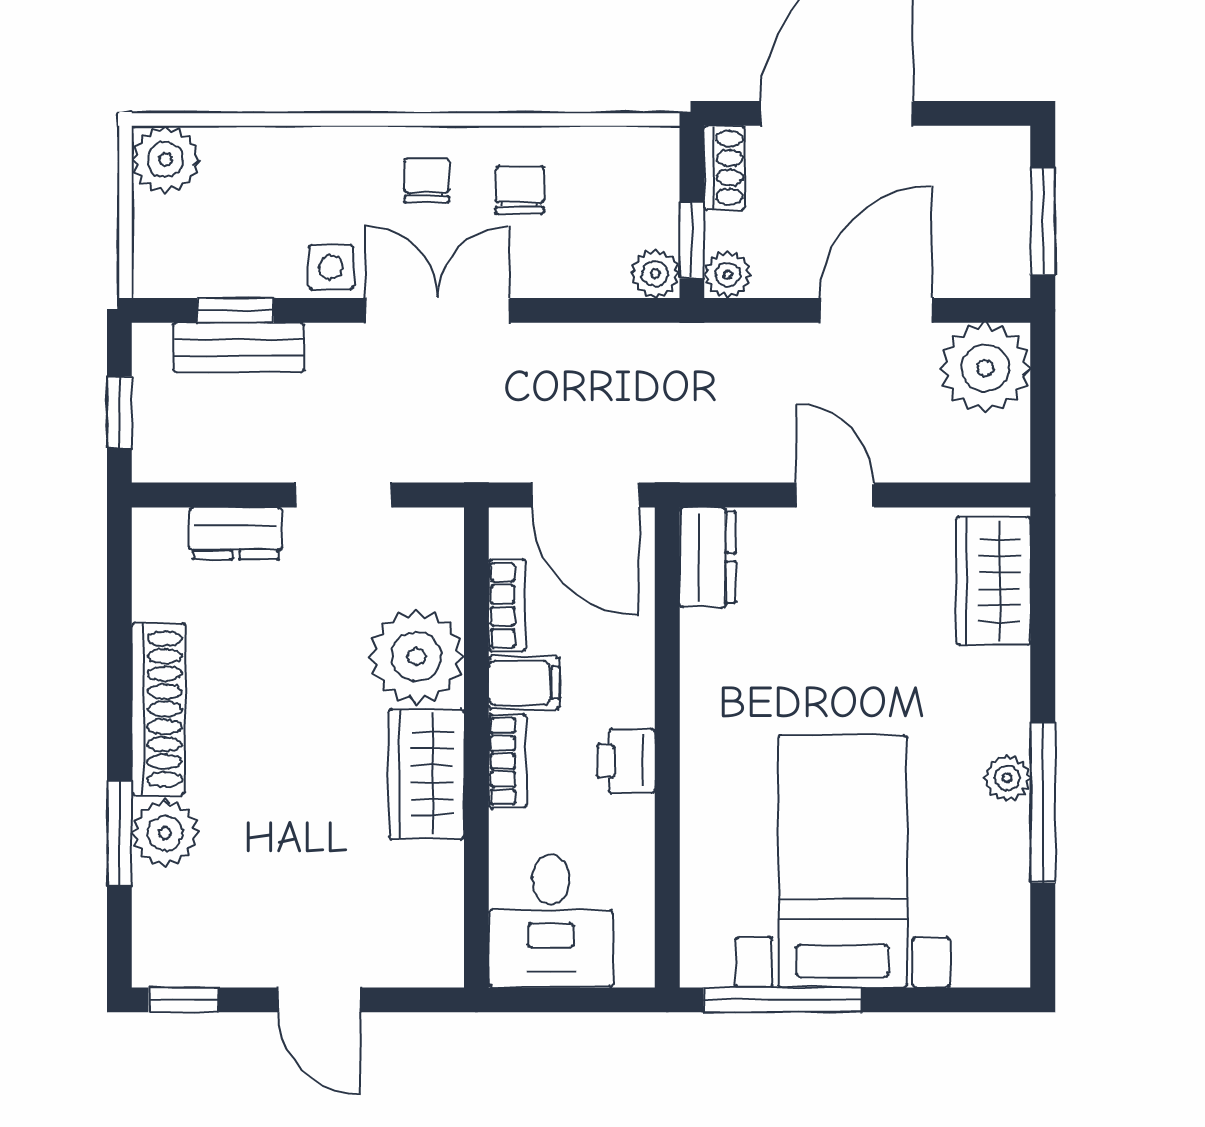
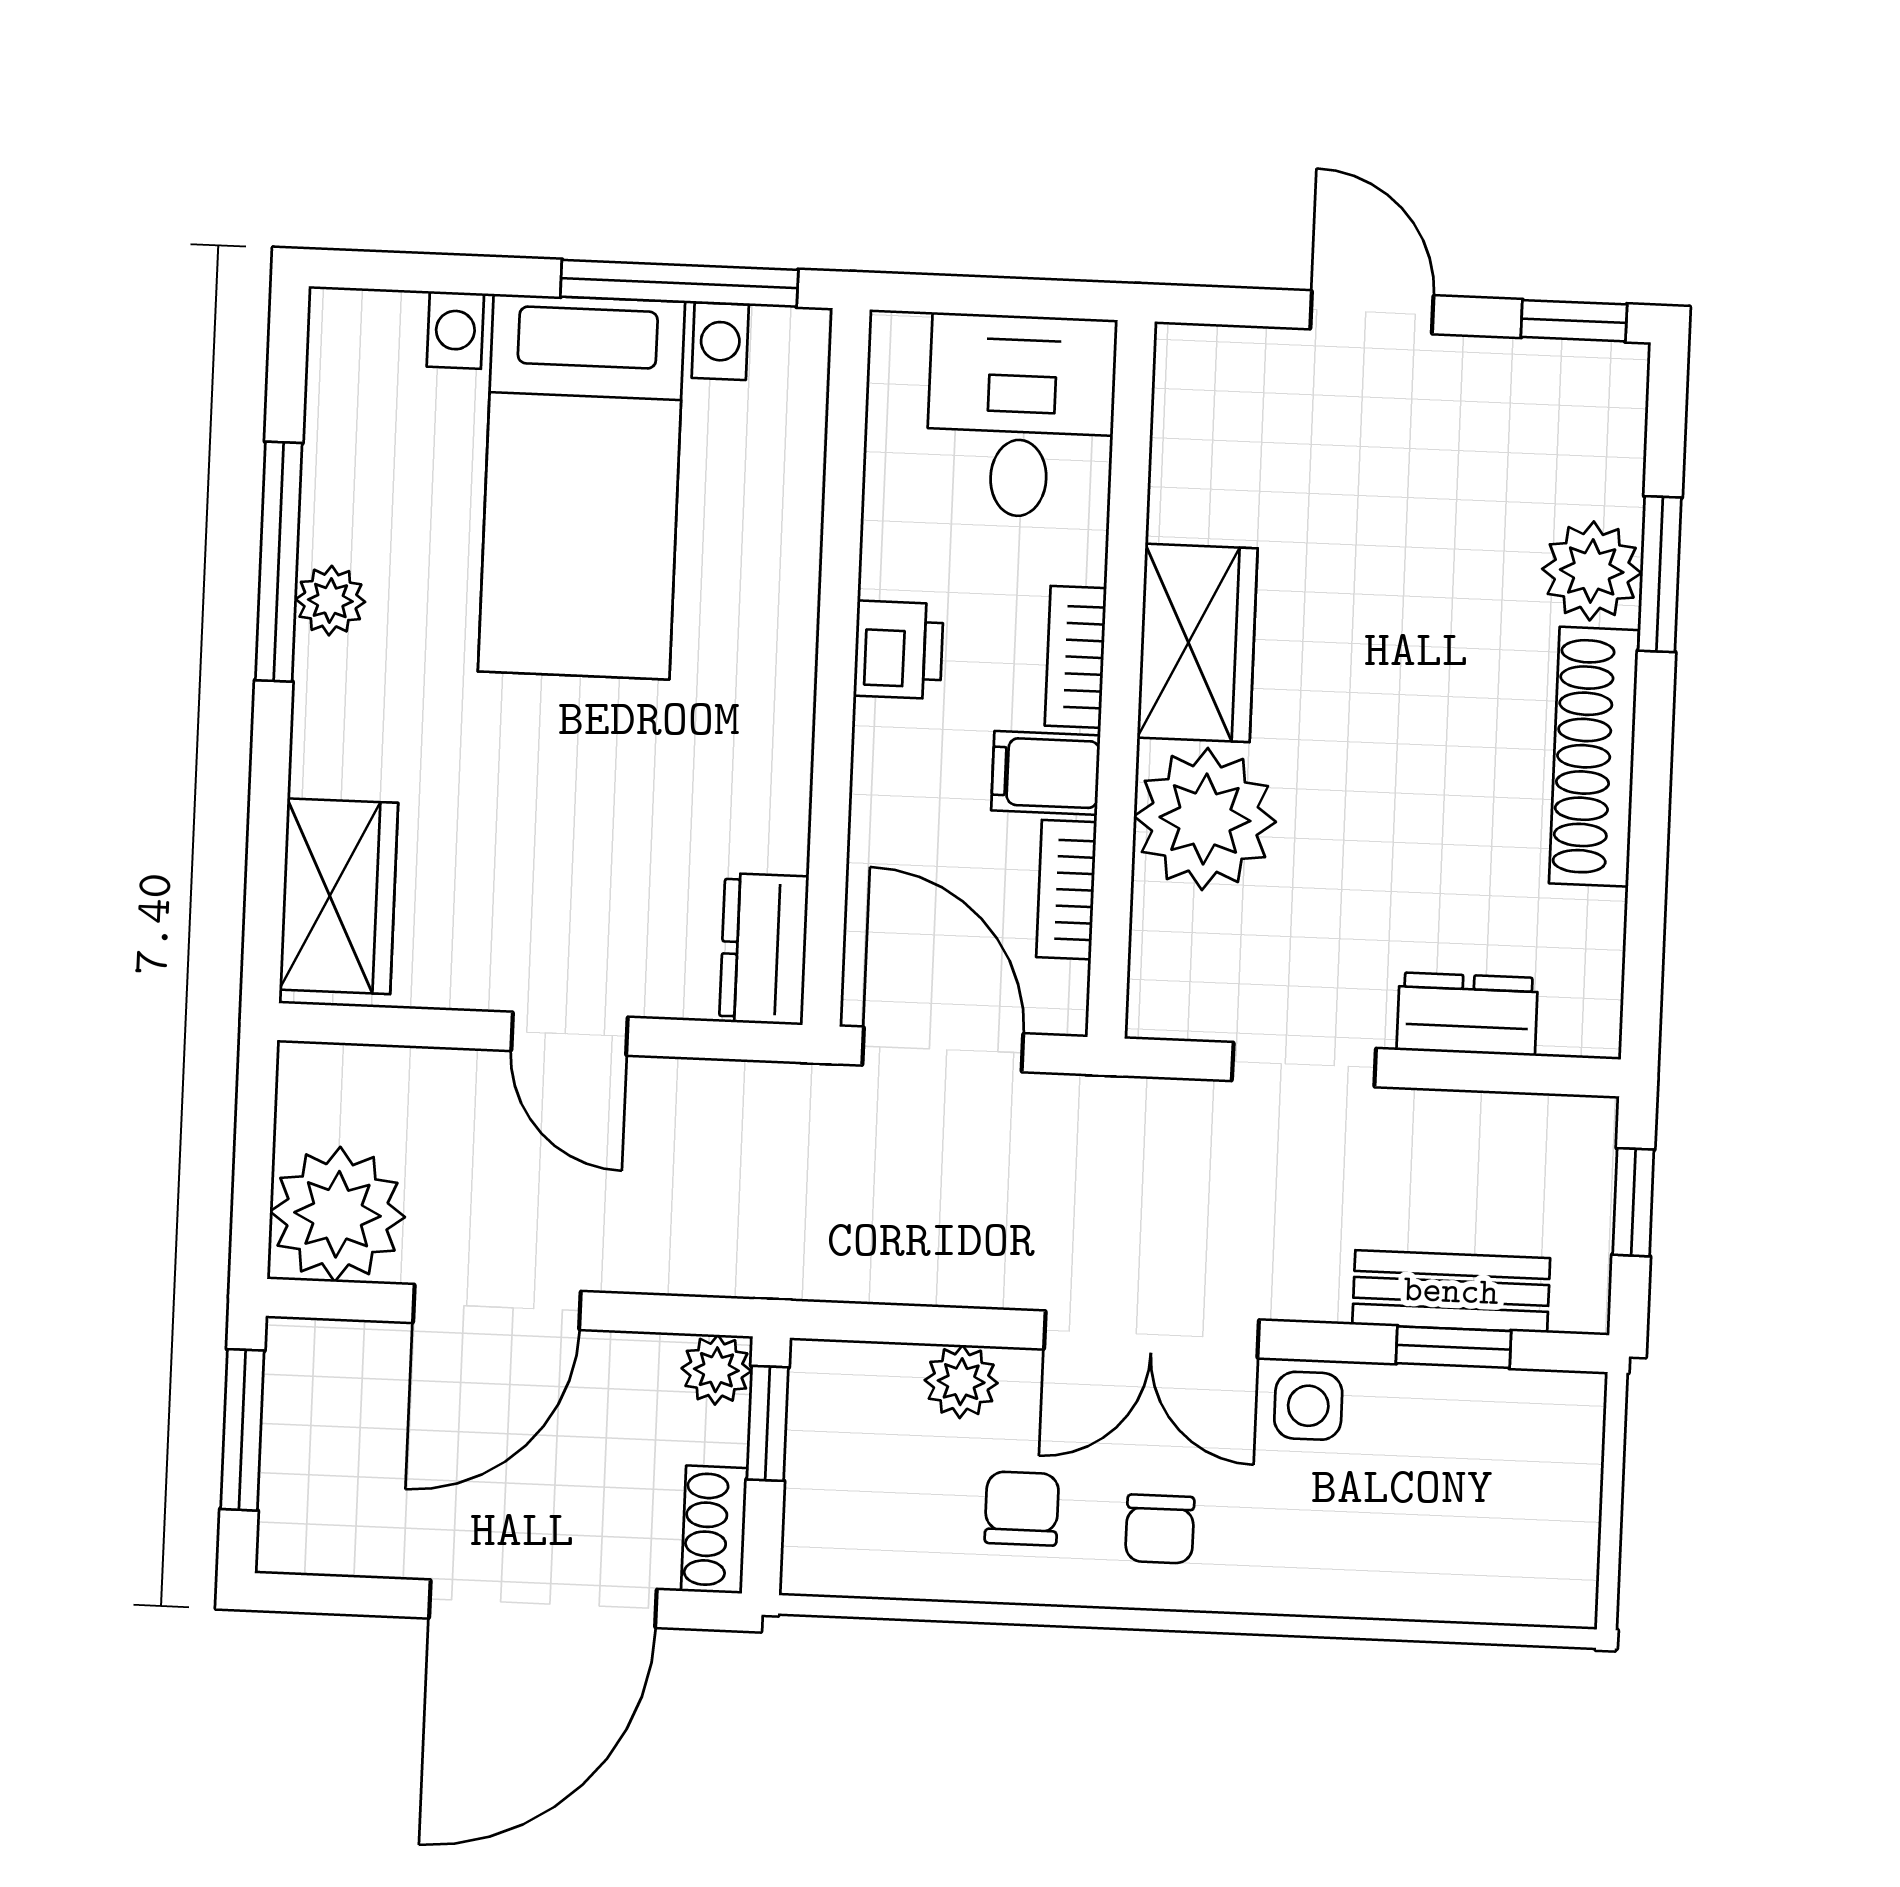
plant: (166, 160) -> (1548, 1577), removed
chair: (520, 190) -> (1022, 1508), turned 180
plant: (655, 274) -> (961, 1382), moved

